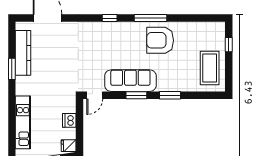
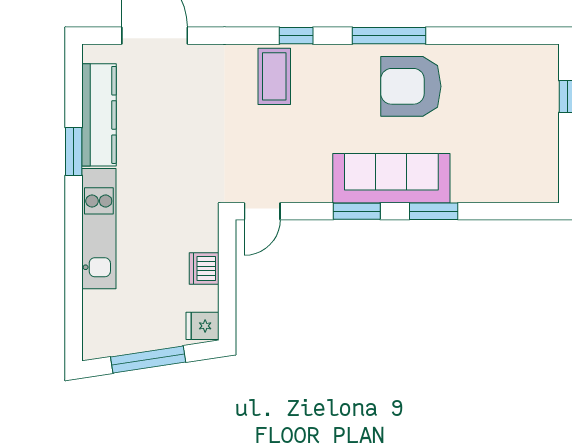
coffee table: (210, 68) -> (274, 76), moved, width x0.73, depth x0.76
sofa: (130, 81) -> (391, 178), moved
kitchen unit: (23, 122) -> (99, 229), moved

